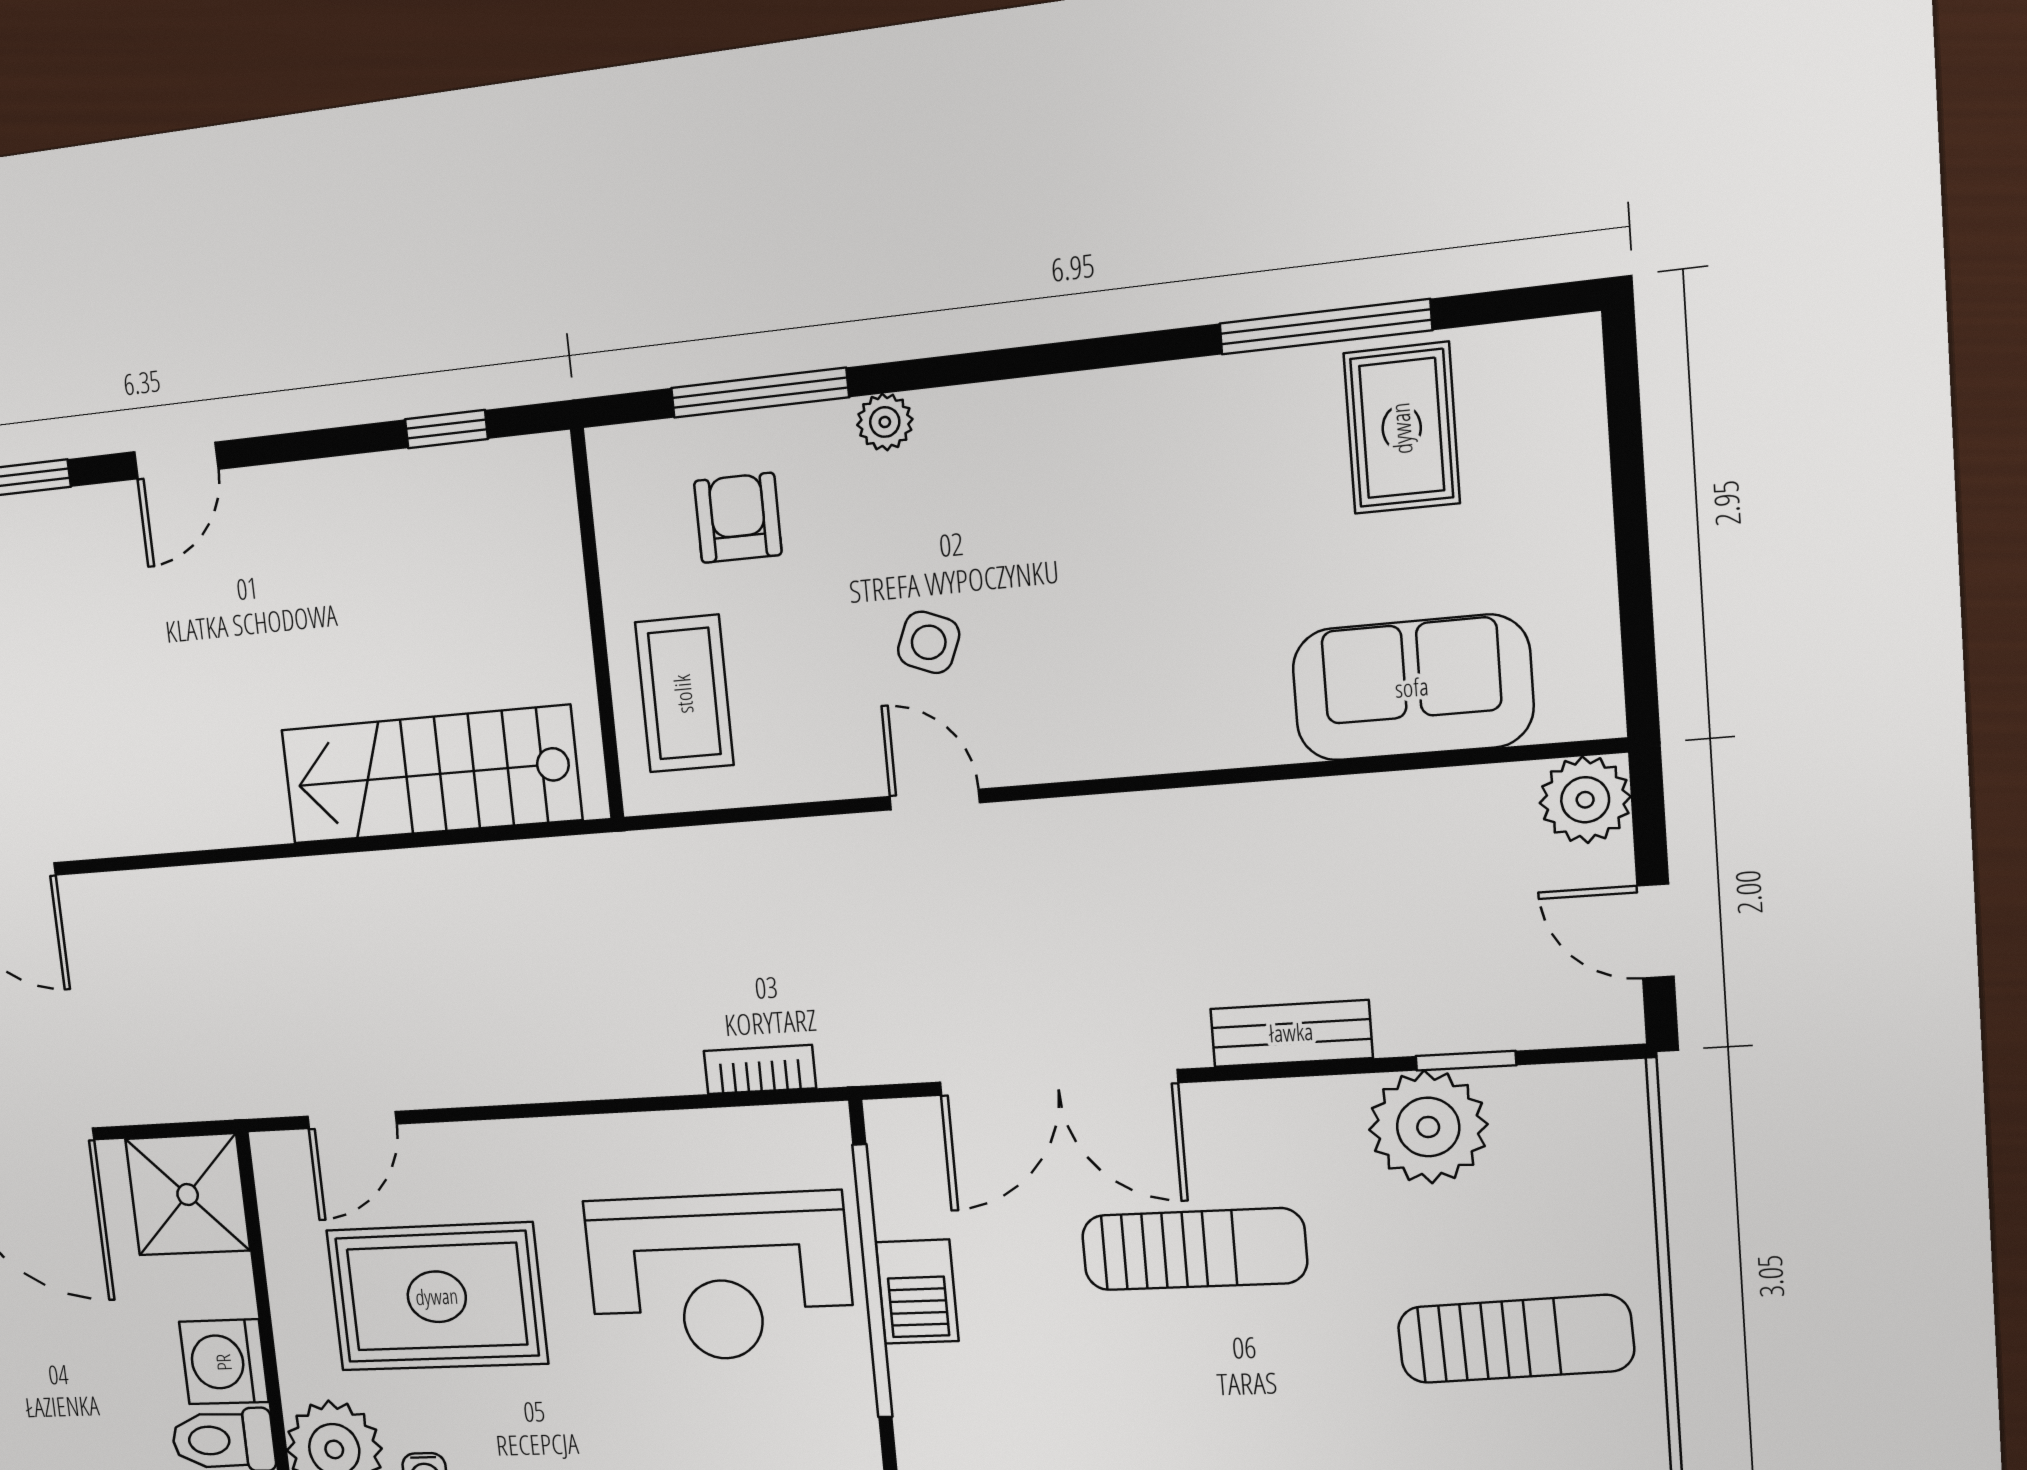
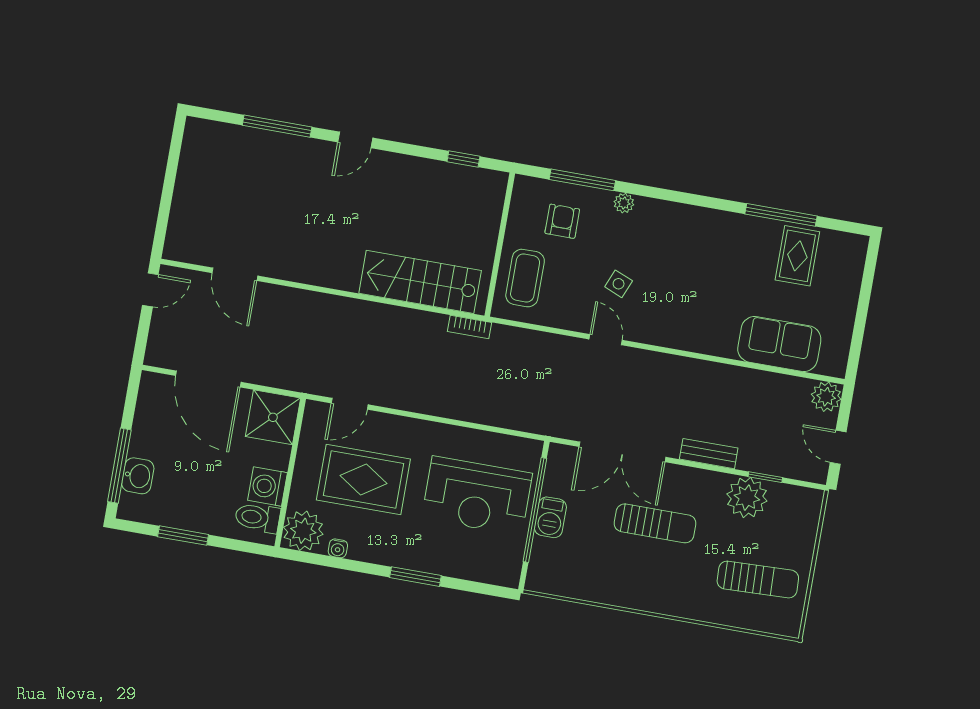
bookcase: (760, 1069) -> (469, 327), moved, turned 180

